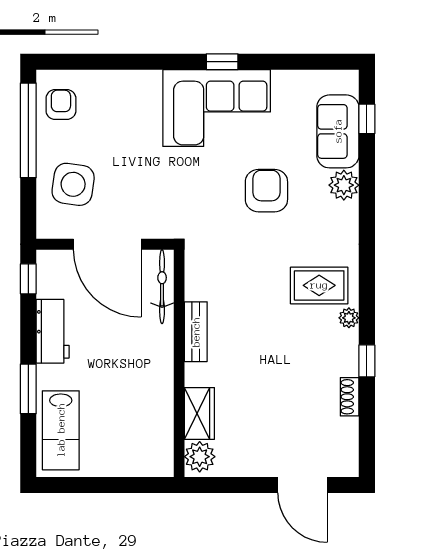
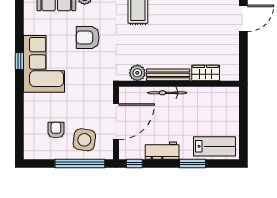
armchair: (61, 105) -> (56, 130), moved, turned 90
window: (28, 130) -> (80, 164), moved
bicycle: (162, 287) -> (167, 93), moved
bench: (196, 332) -> (168, 75), width x1.36
plant: (200, 457) -> (137, 73), moved

